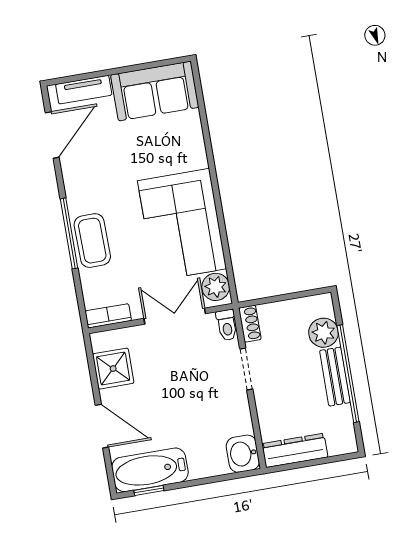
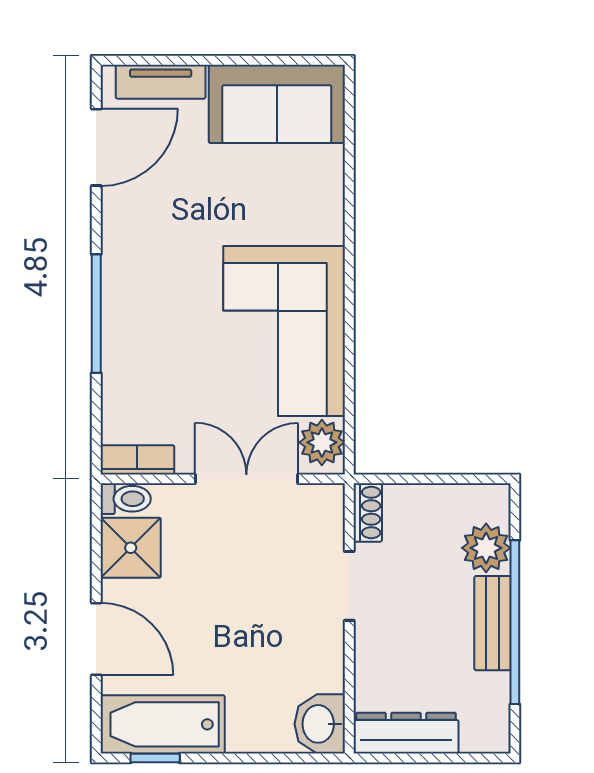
coffee table: (92, 241) -> (132, 332), removed
toilet: (227, 325) -> (126, 499), moved, turned -90

